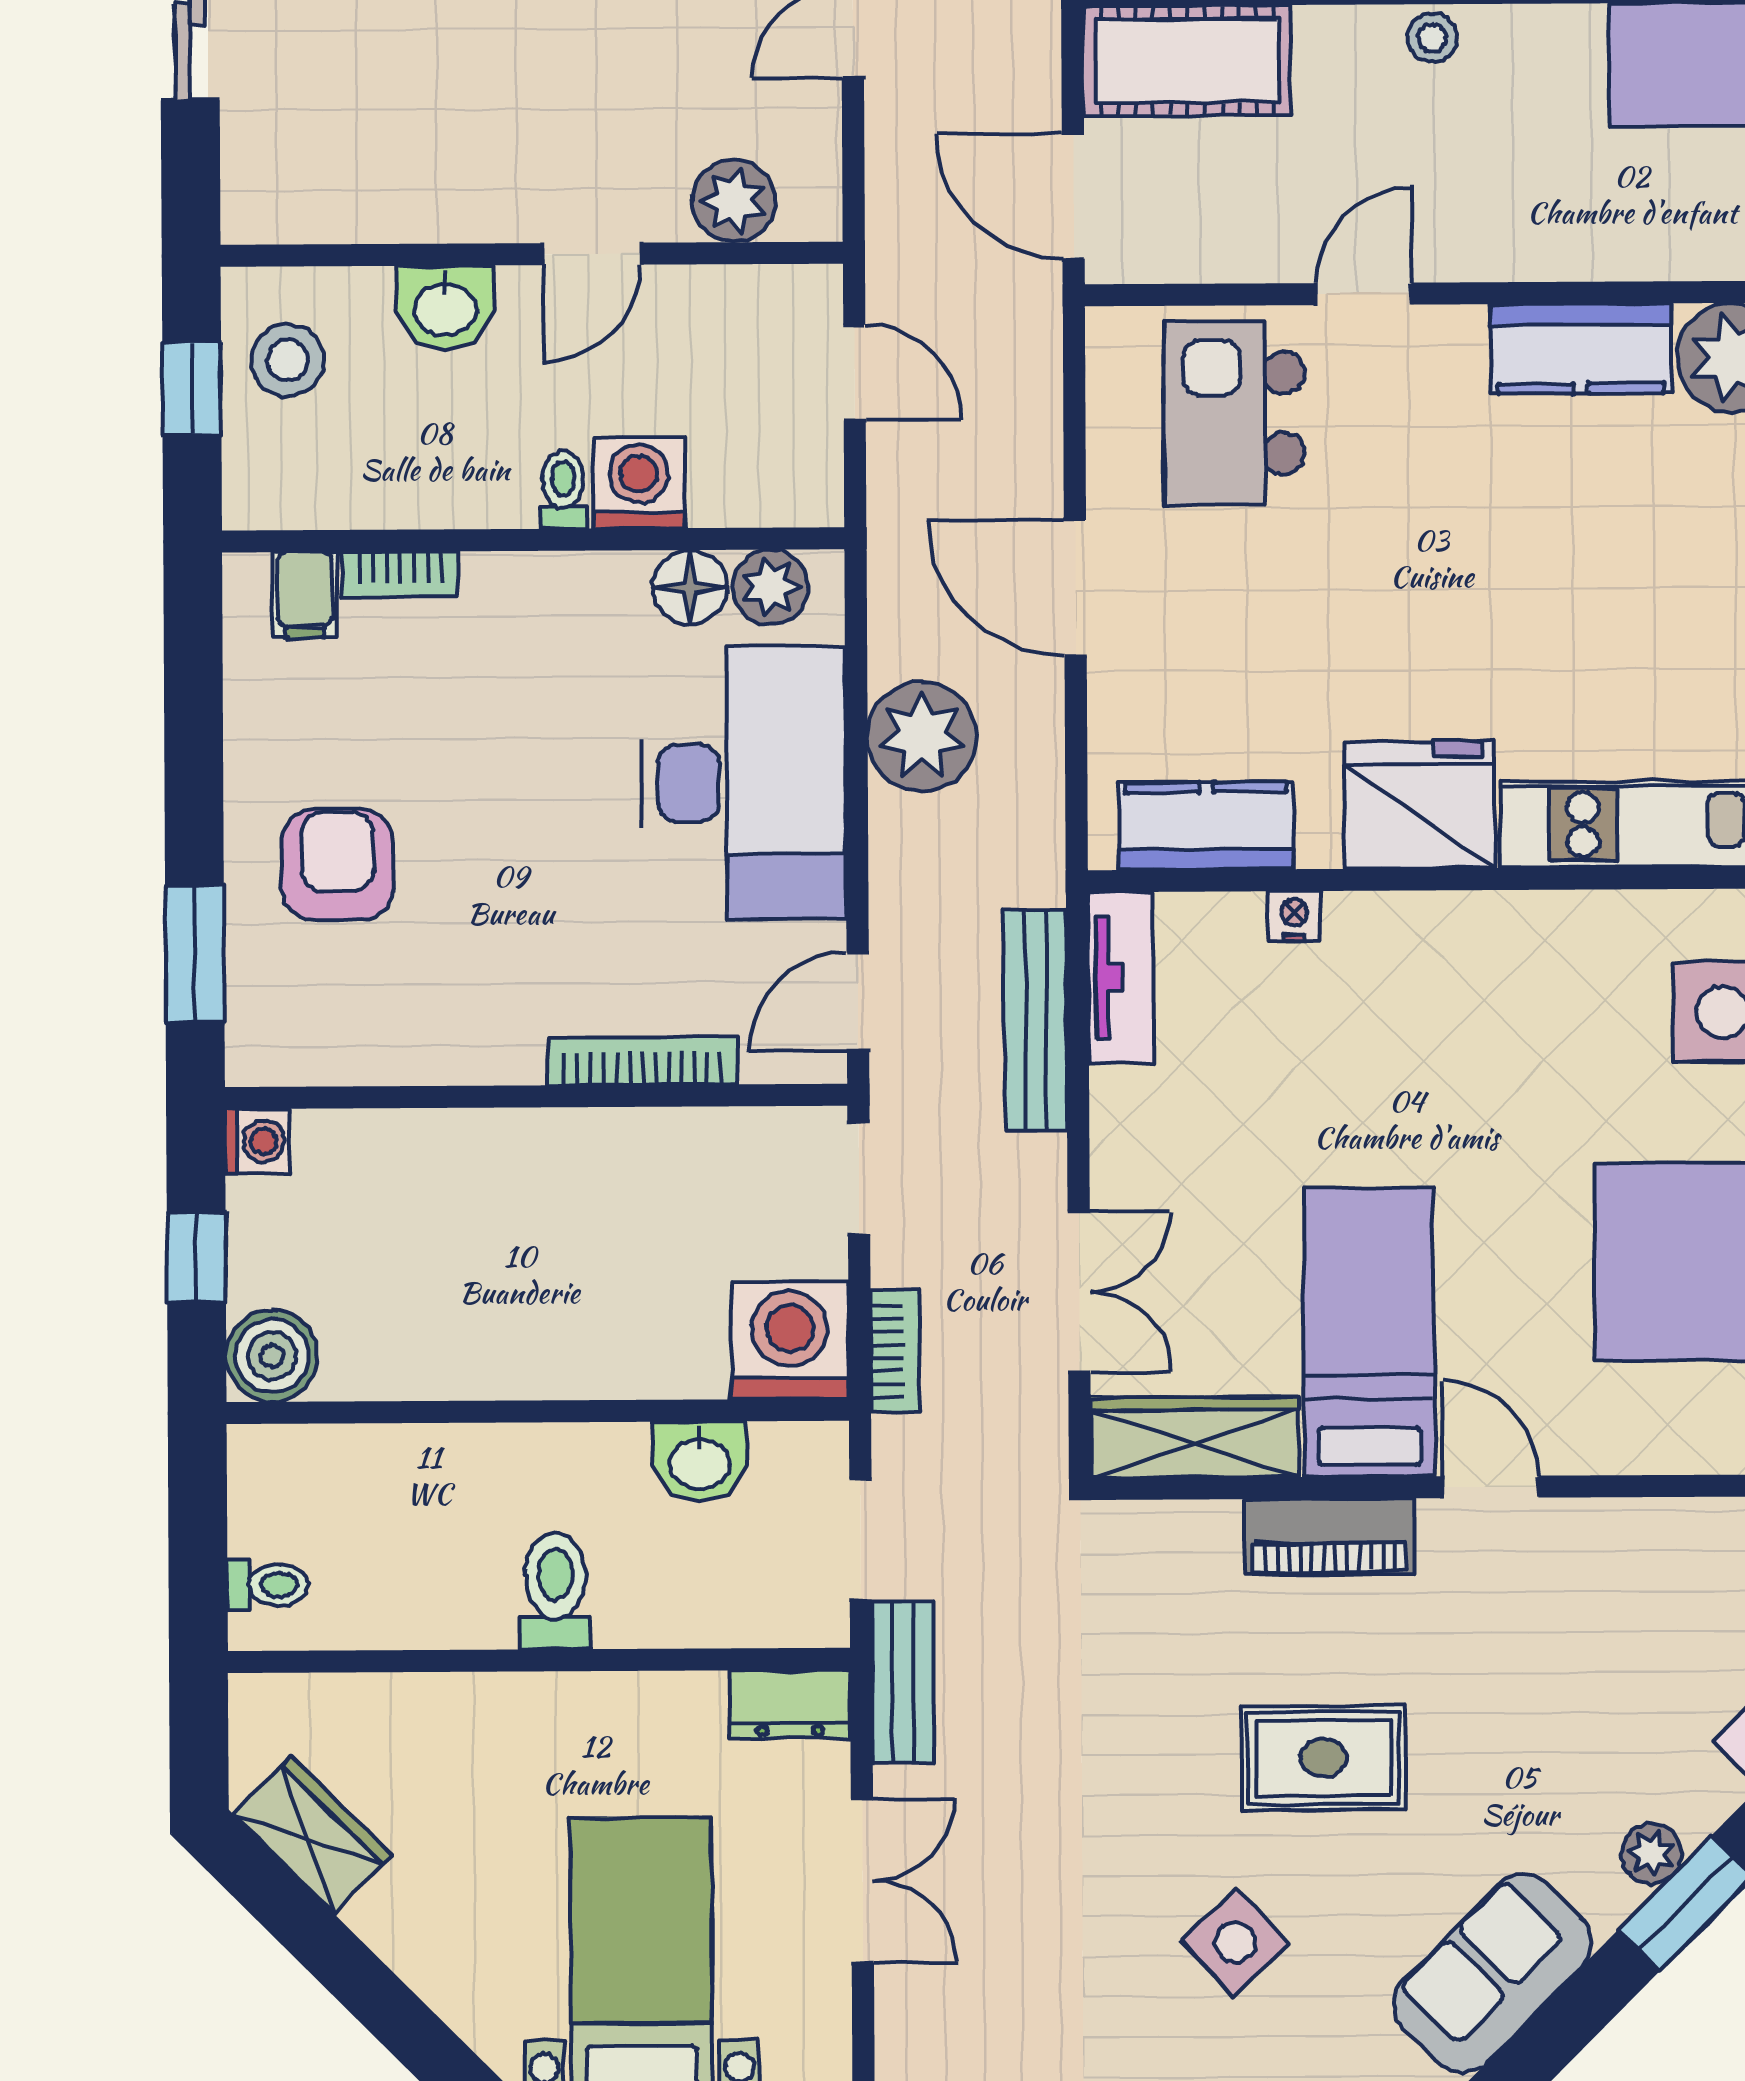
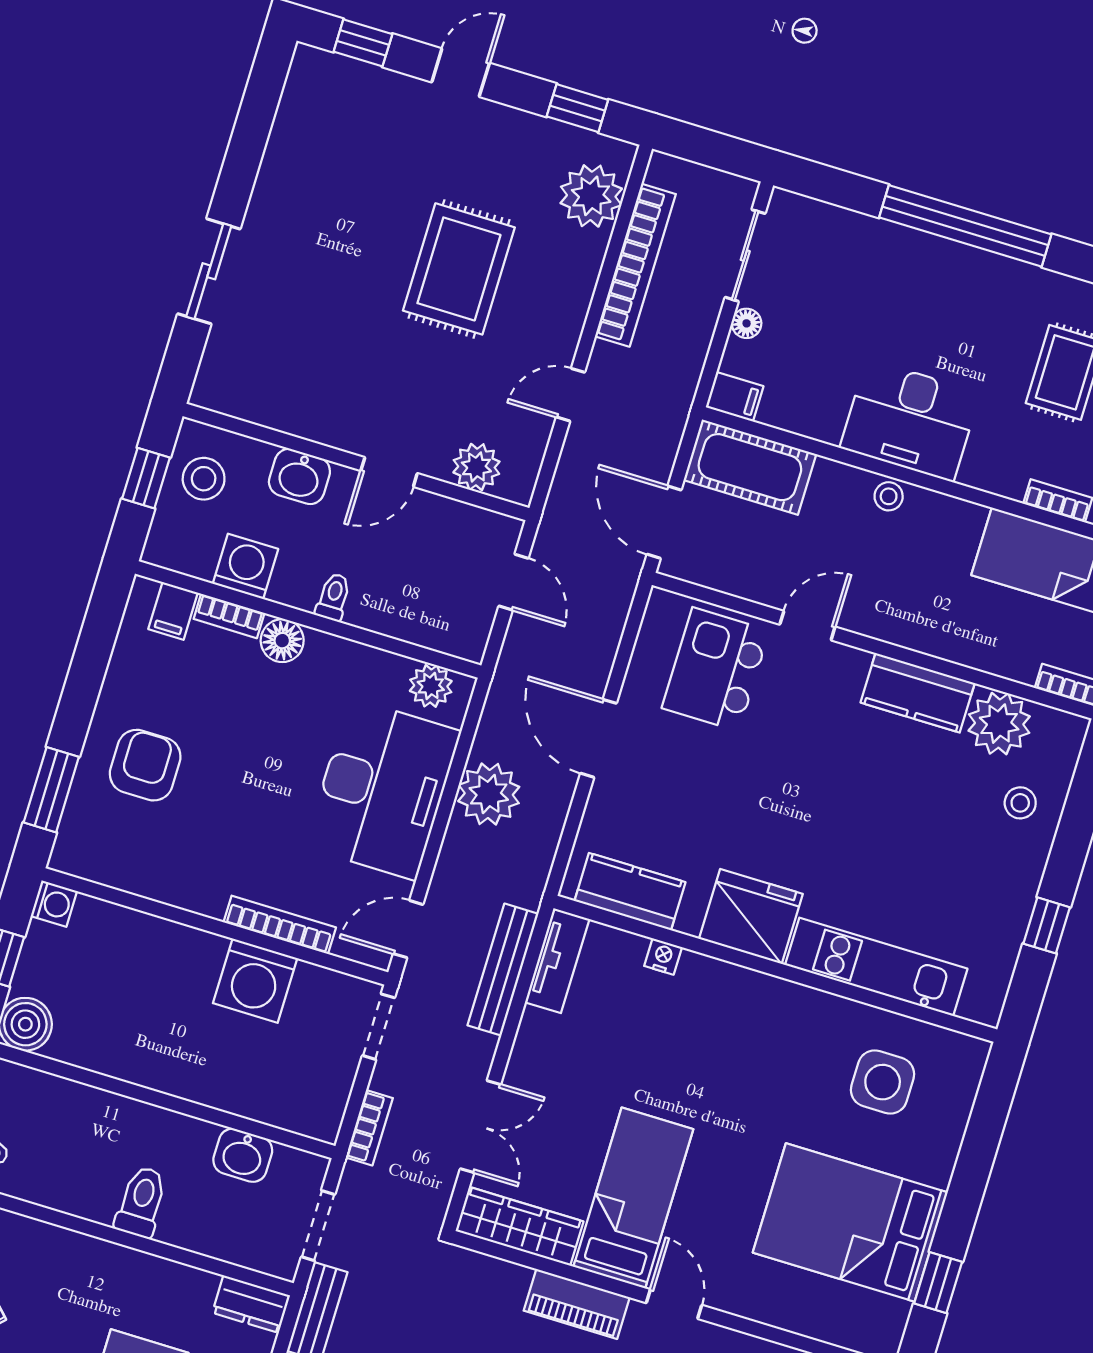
washing machine: (639, 483) -> (245, 566), moved
floor lamp: (690, 587) -> (282, 641), moved
washing machine: (790, 1340) -> (255, 981), moved, turned 180

